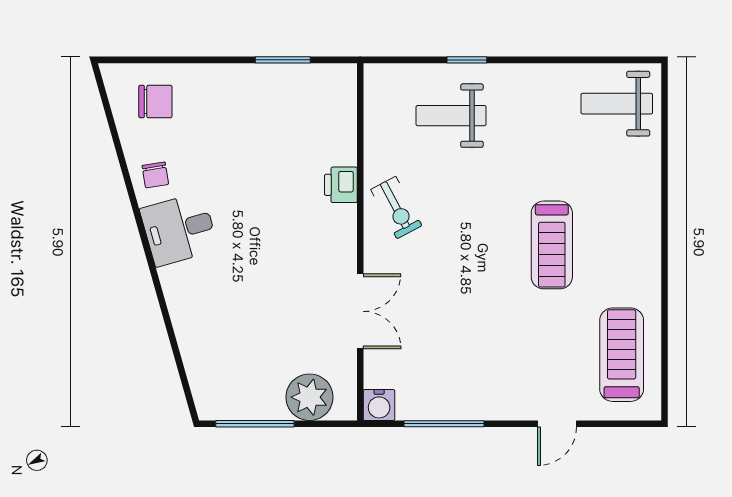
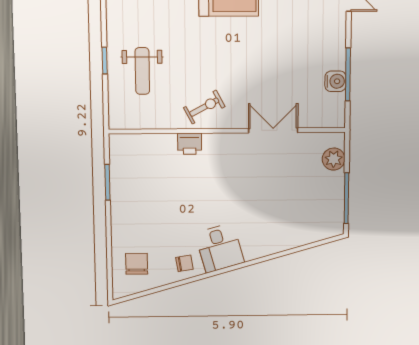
plant: (309, 397) -> (334, 159), width x0.73, depth x0.73
water cooler: (379, 405) -> (335, 81), moved

